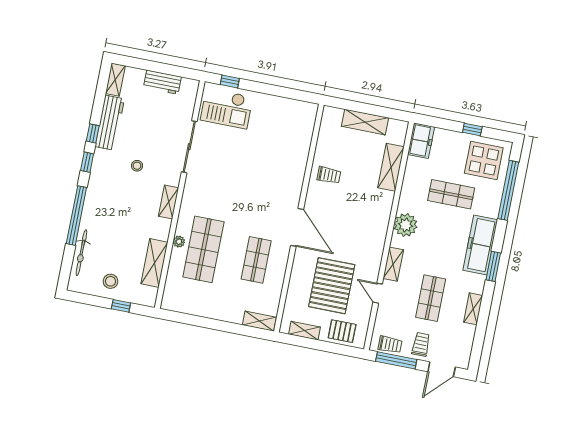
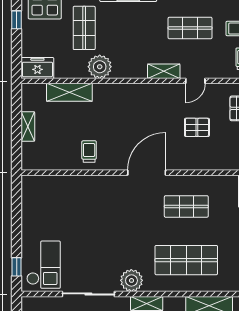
shelving: (365, 122) -> (28, 126), width x0.67, depth x0.75
plant: (406, 225) -> (100, 67), moved
plant: (179, 242) -> (131, 280), moved, width x1.88, depth x1.88
pallet: (332, 286) -> (197, 127), width x0.49, depth x0.50

